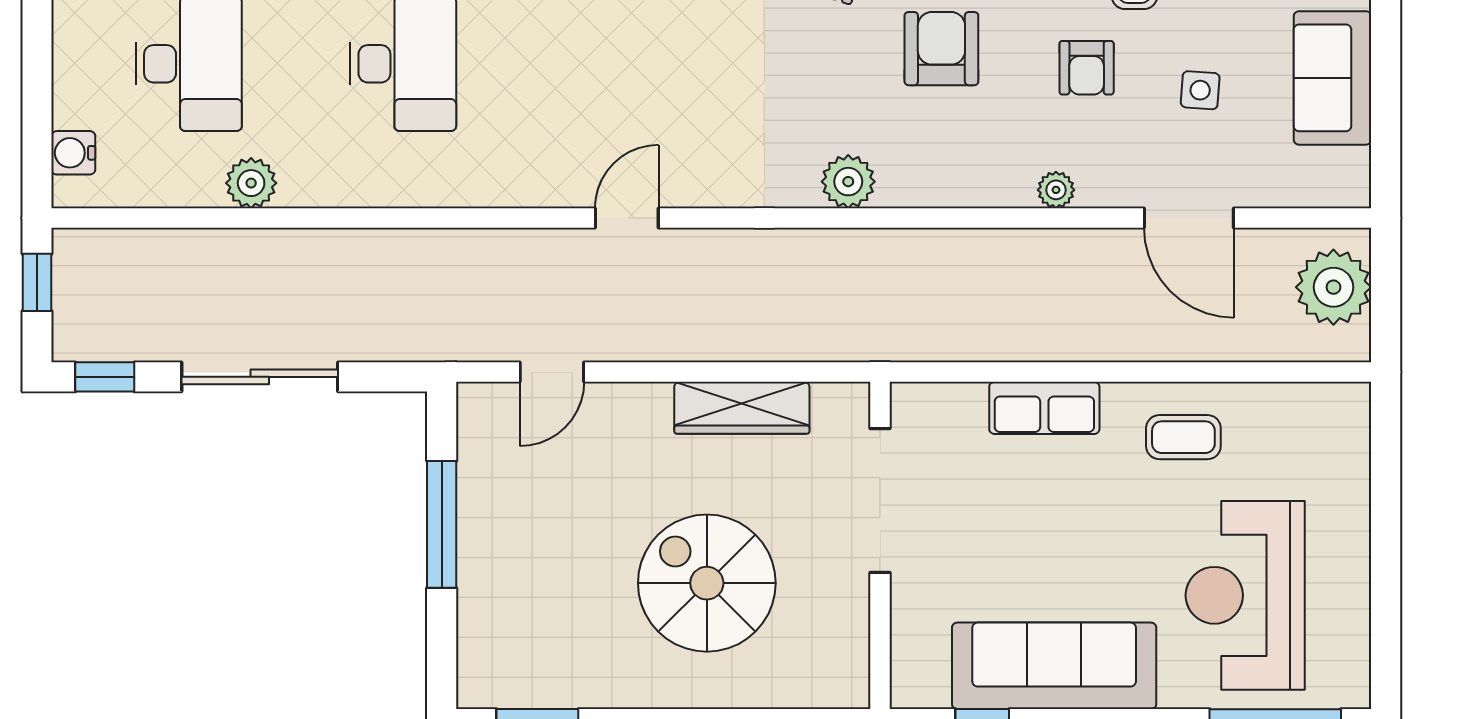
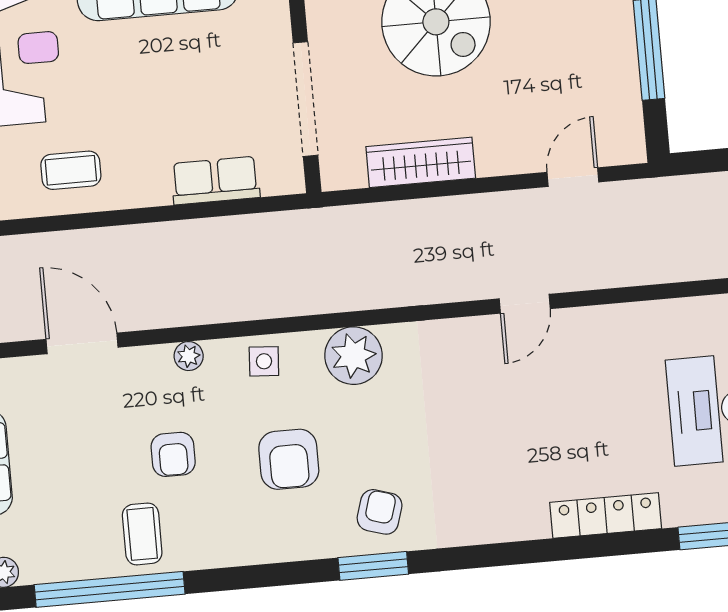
armchair: (1087, 68) -> (173, 454), turned 180
side table: (1200, 90) -> (264, 361), moved
plant: (848, 182) -> (354, 356), width x1.36, depth x1.36
row of seats: (1044, 408) -> (215, 181), moved

